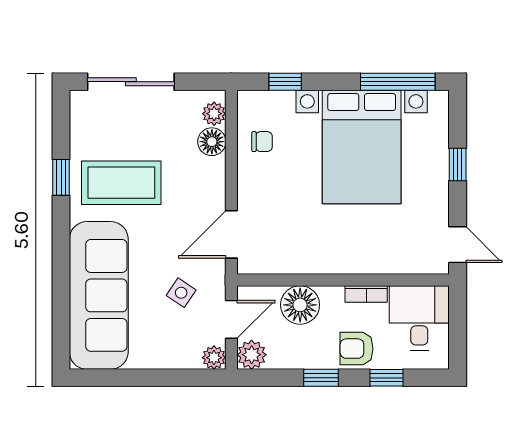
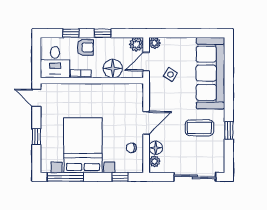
coffee table: (121, 183) -> (200, 128), width x0.73, depth x0.76
door: (231, 234) -> (146, 123), moved

